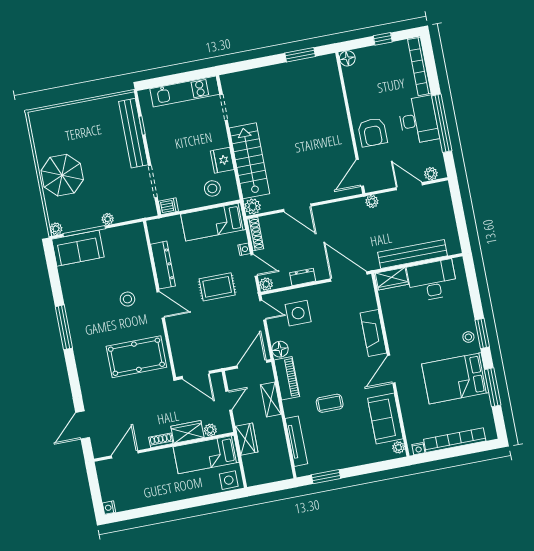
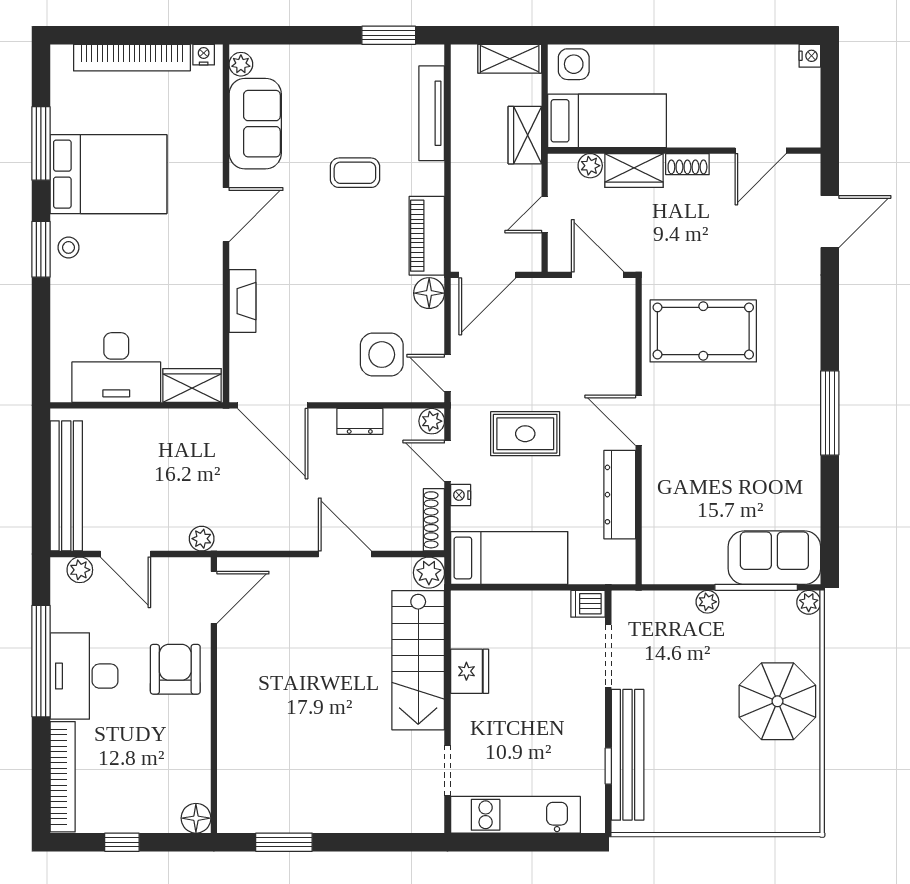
stool: (212, 188) -> (498, 621), removed
bench: (413, 254) -> (66, 486), moved, turned 90
stool: (127, 299) -> (699, 443), removed
fireplace: (373, 333) -> (242, 301), width x0.73, depth x0.76
shelving: (271, 399) -> (510, 59), moved, turned 90

